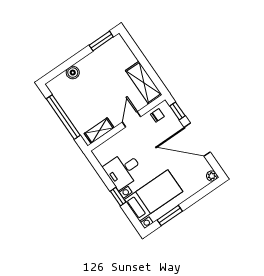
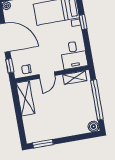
boiler: (73, 73) -> (94, 127), moved
desk: (123, 170) -> (74, 55), moved, turned 90

